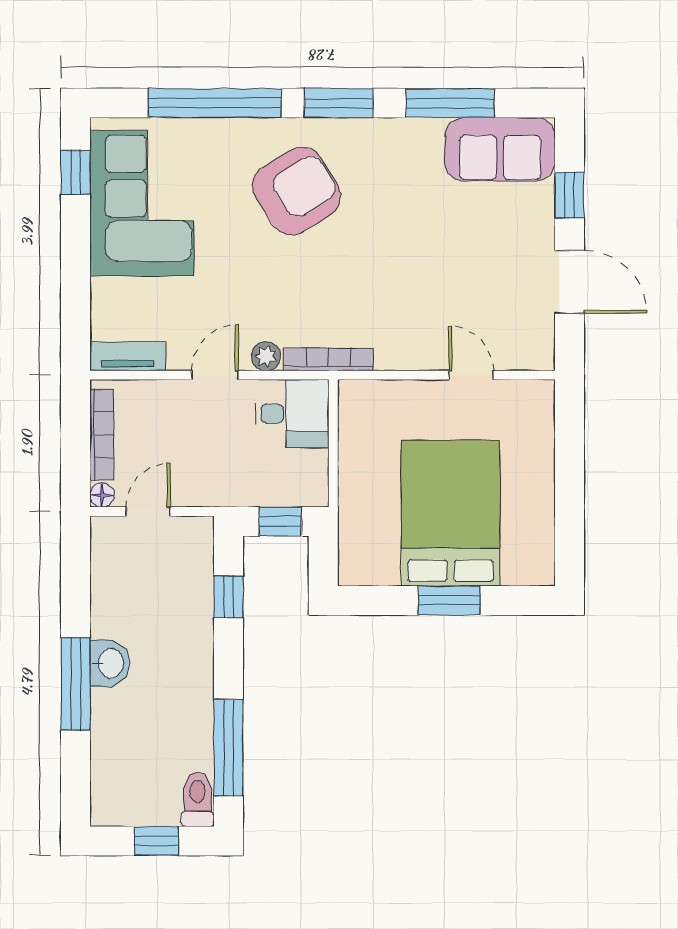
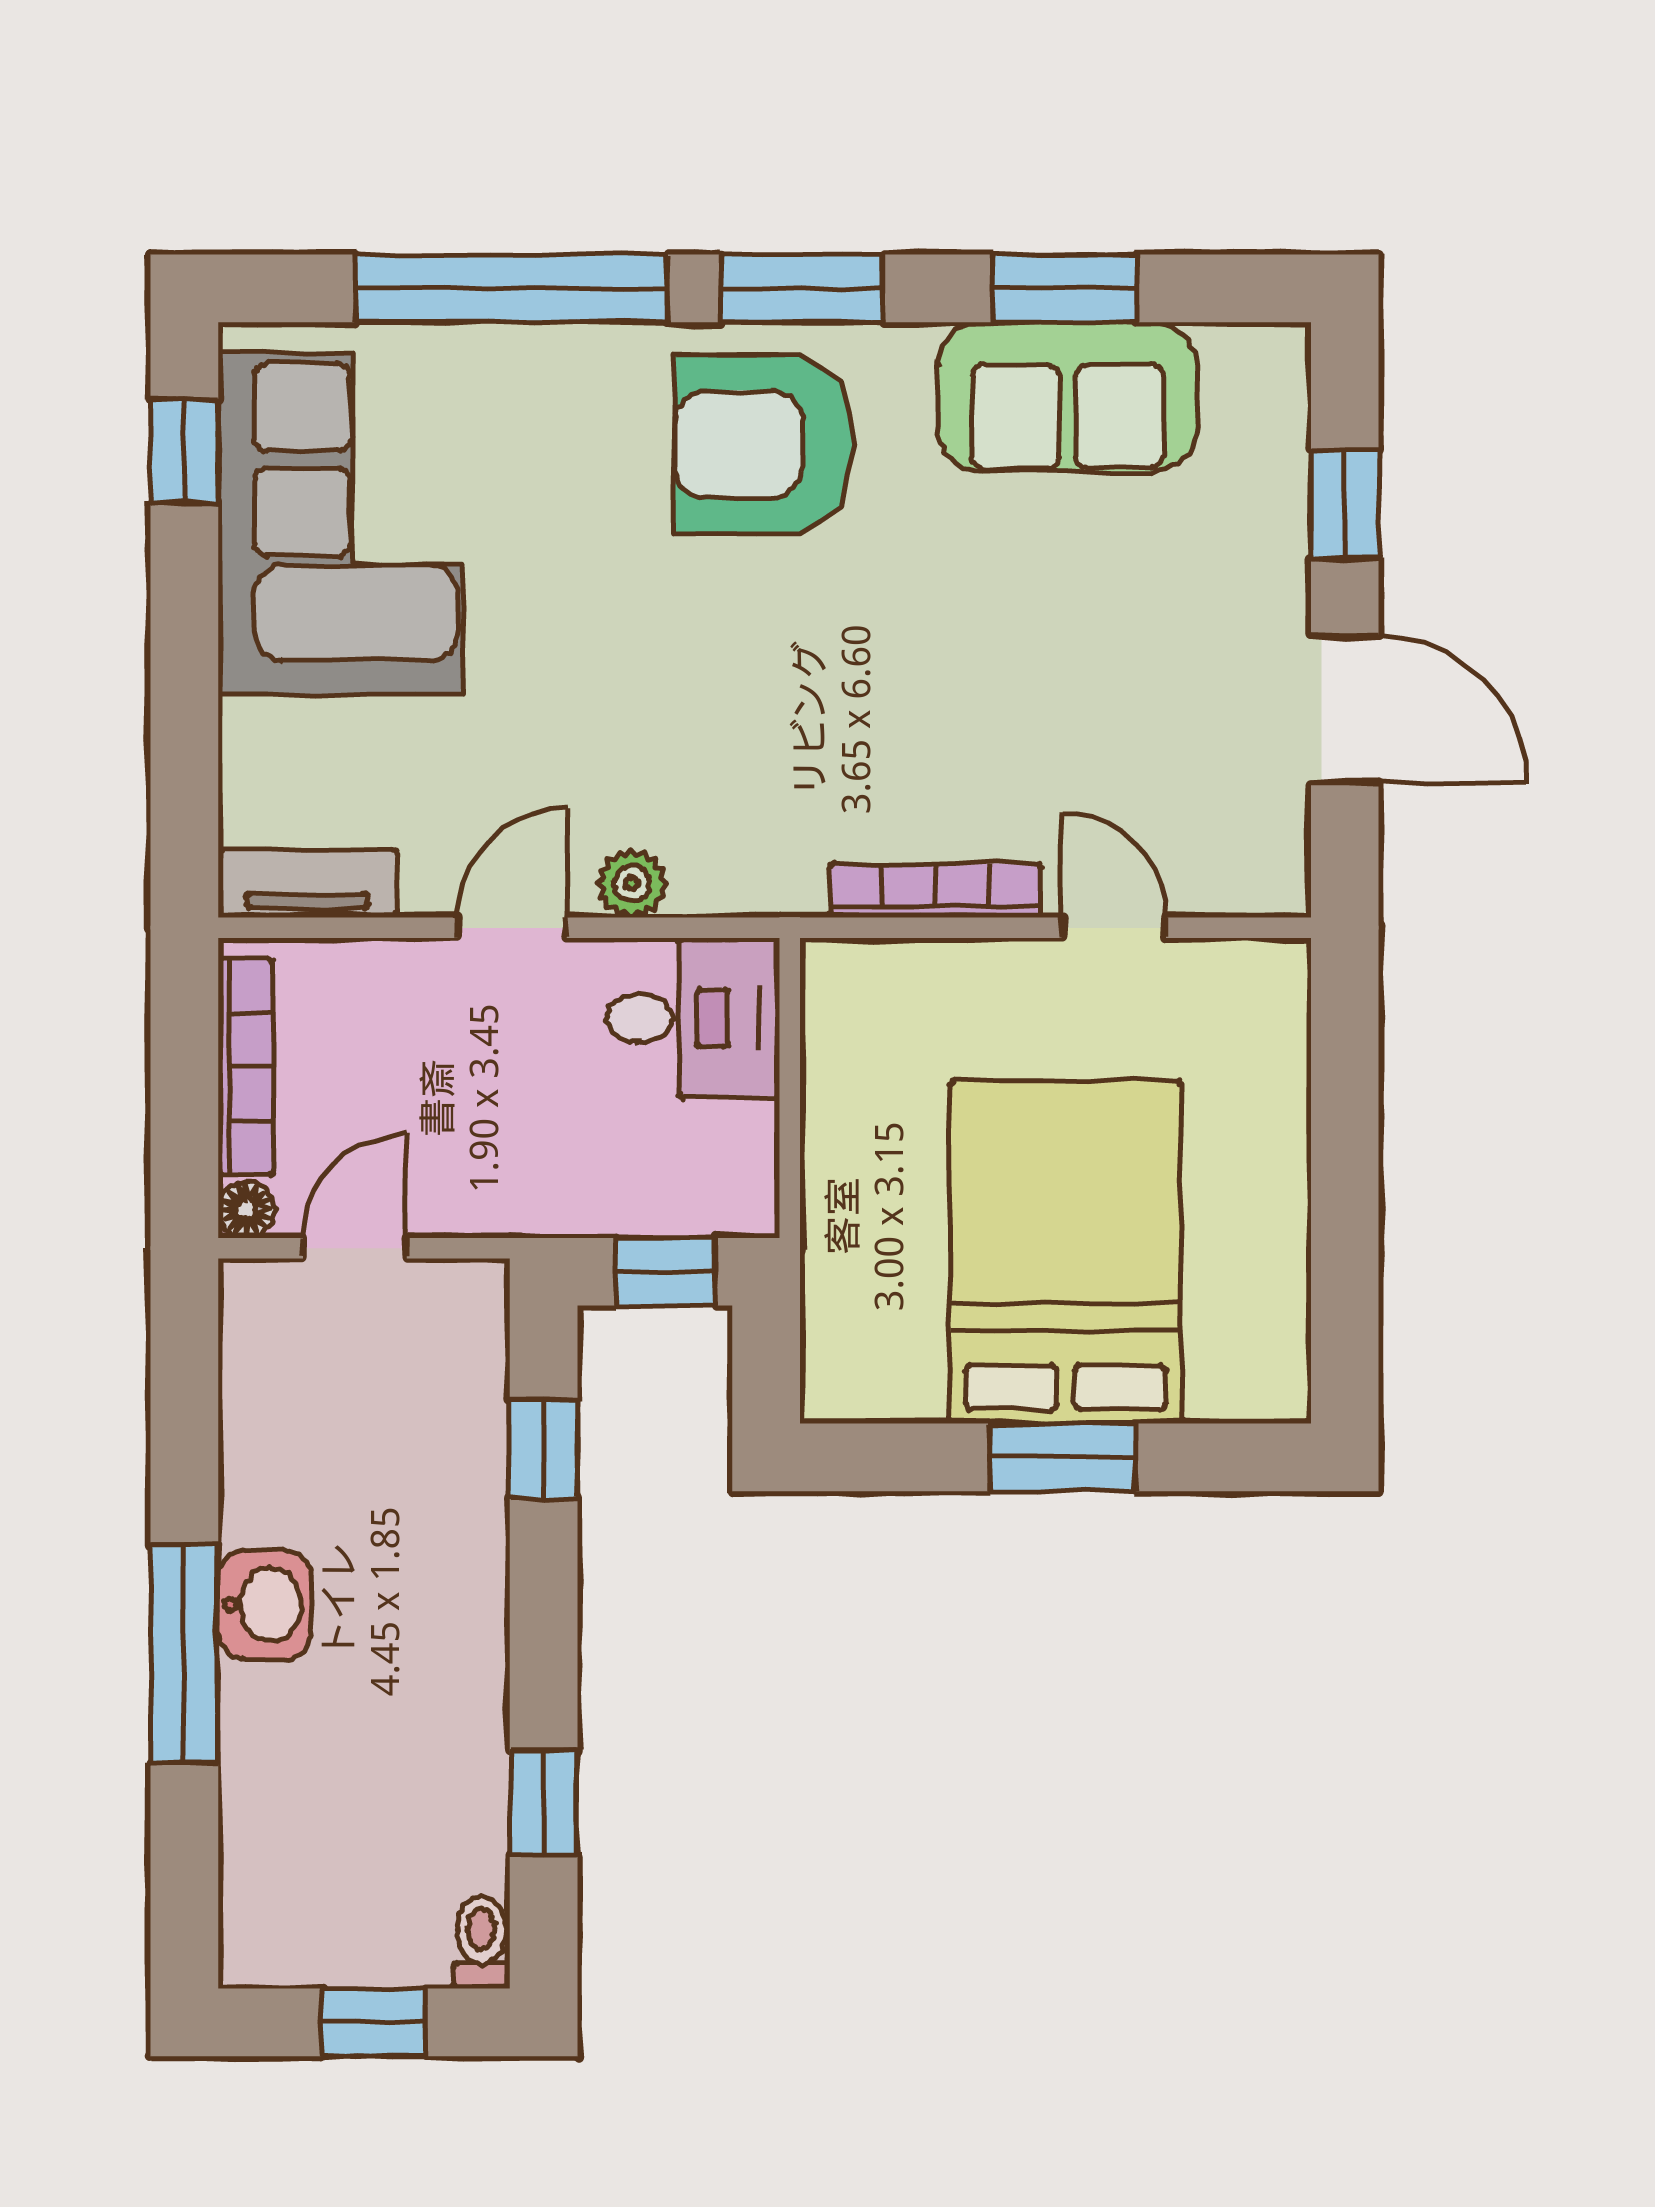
window: (450, 103) -> (1064, 288), width x0.69
sofa: (500, 149) -> (1068, 397), moved
armchair: (297, 191) -> (764, 444), moved, turned -148
bookcase: (328, 359) -> (935, 890), moved
window: (228, 747) -> (544, 1803), width x0.46
toilet: (198, 799) -> (481, 1942), width x0.73, depth x0.72

